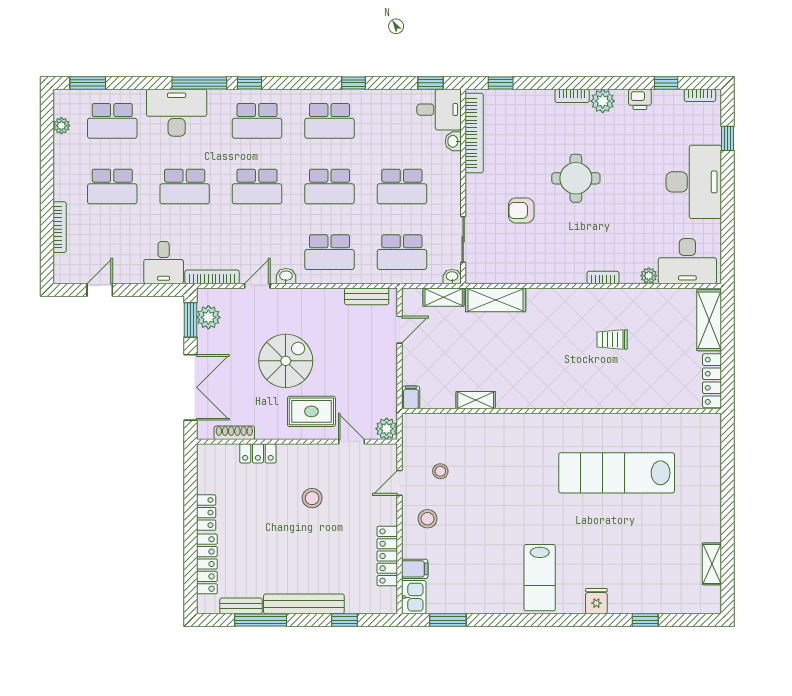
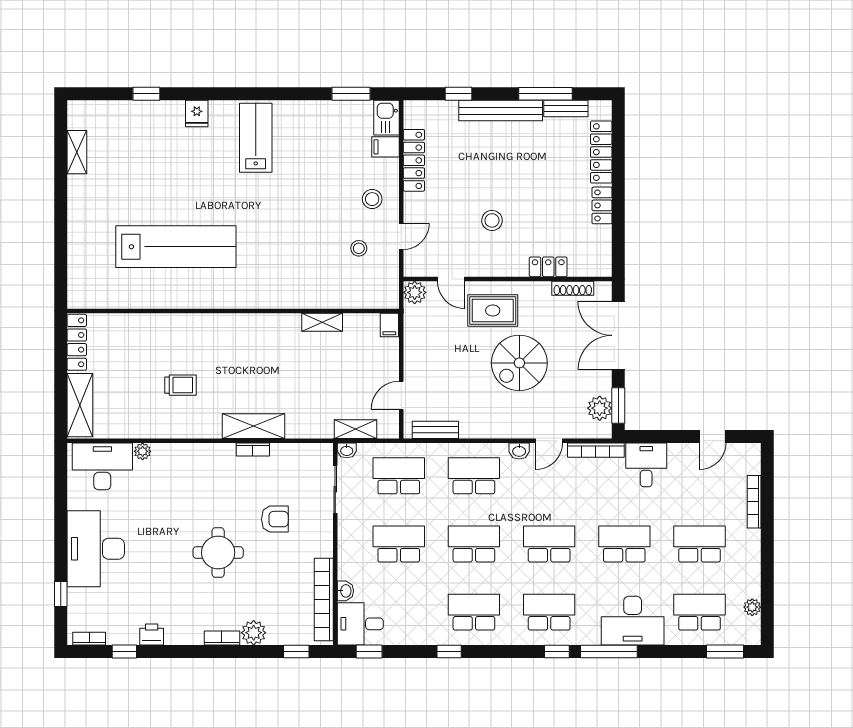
plant: (603, 101) -> (254, 633), moved
bookcase: (603, 278) -> (253, 449), moved
shelving: (496, 300) -> (253, 426), moved

